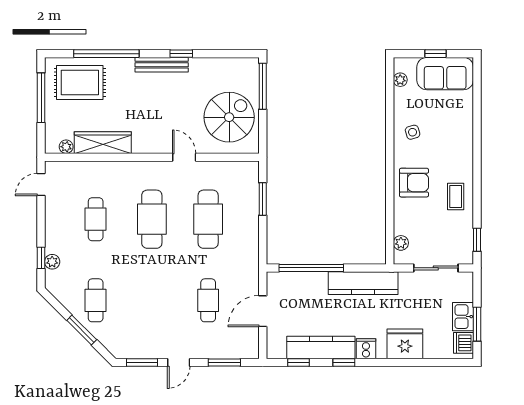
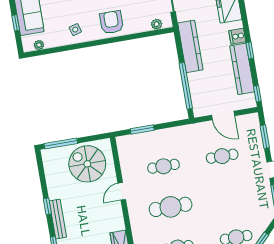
cafe table: (208, 219) -> (164, 166), width x0.73, depth x0.74
window: (299, 362) -> (257, 94), moved

